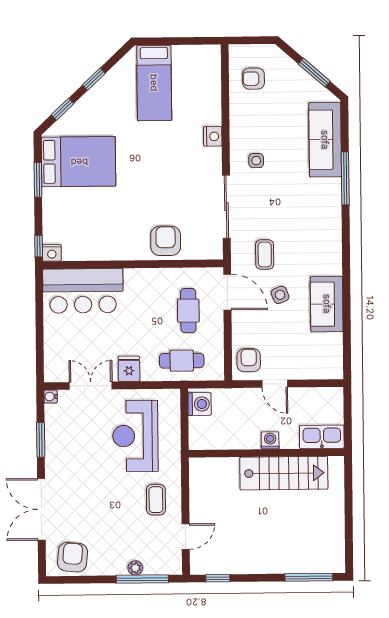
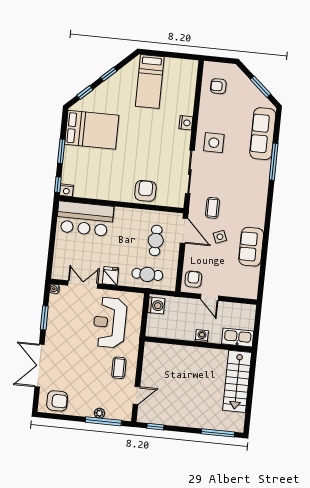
side table: (256, 161) -> (214, 143), width x1.87, depth x1.87
window: (38, 180) -> (61, 151), moved
stairs: (284, 473) -> (237, 381), moved, turned 90
armchair: (72, 557) -> (57, 401), turned 85

